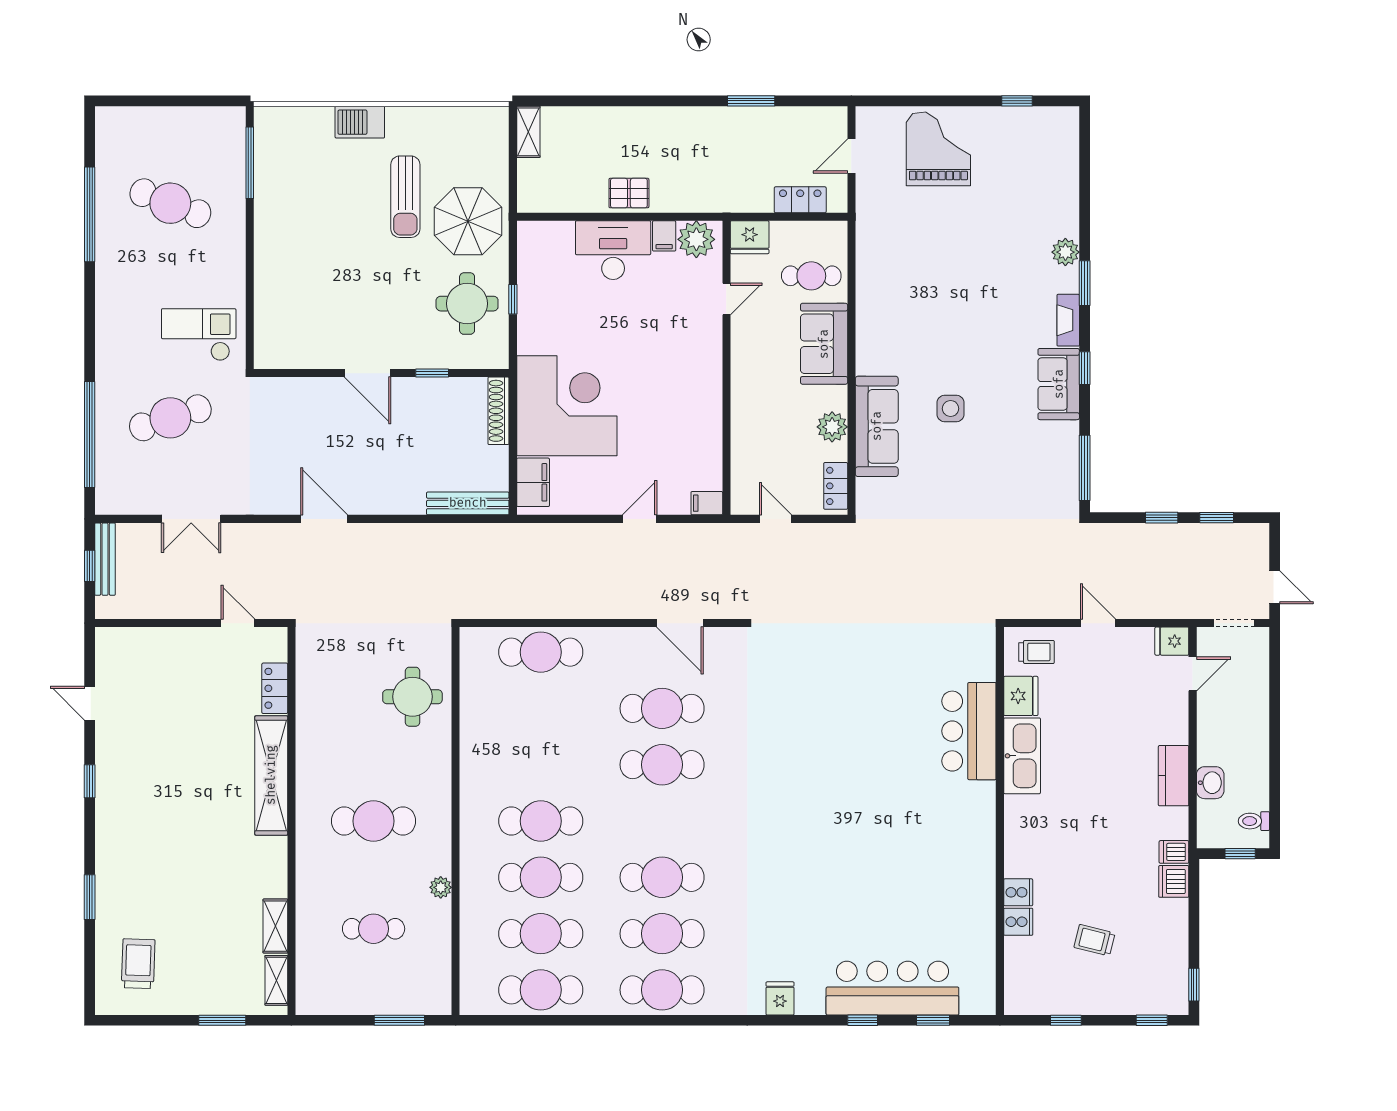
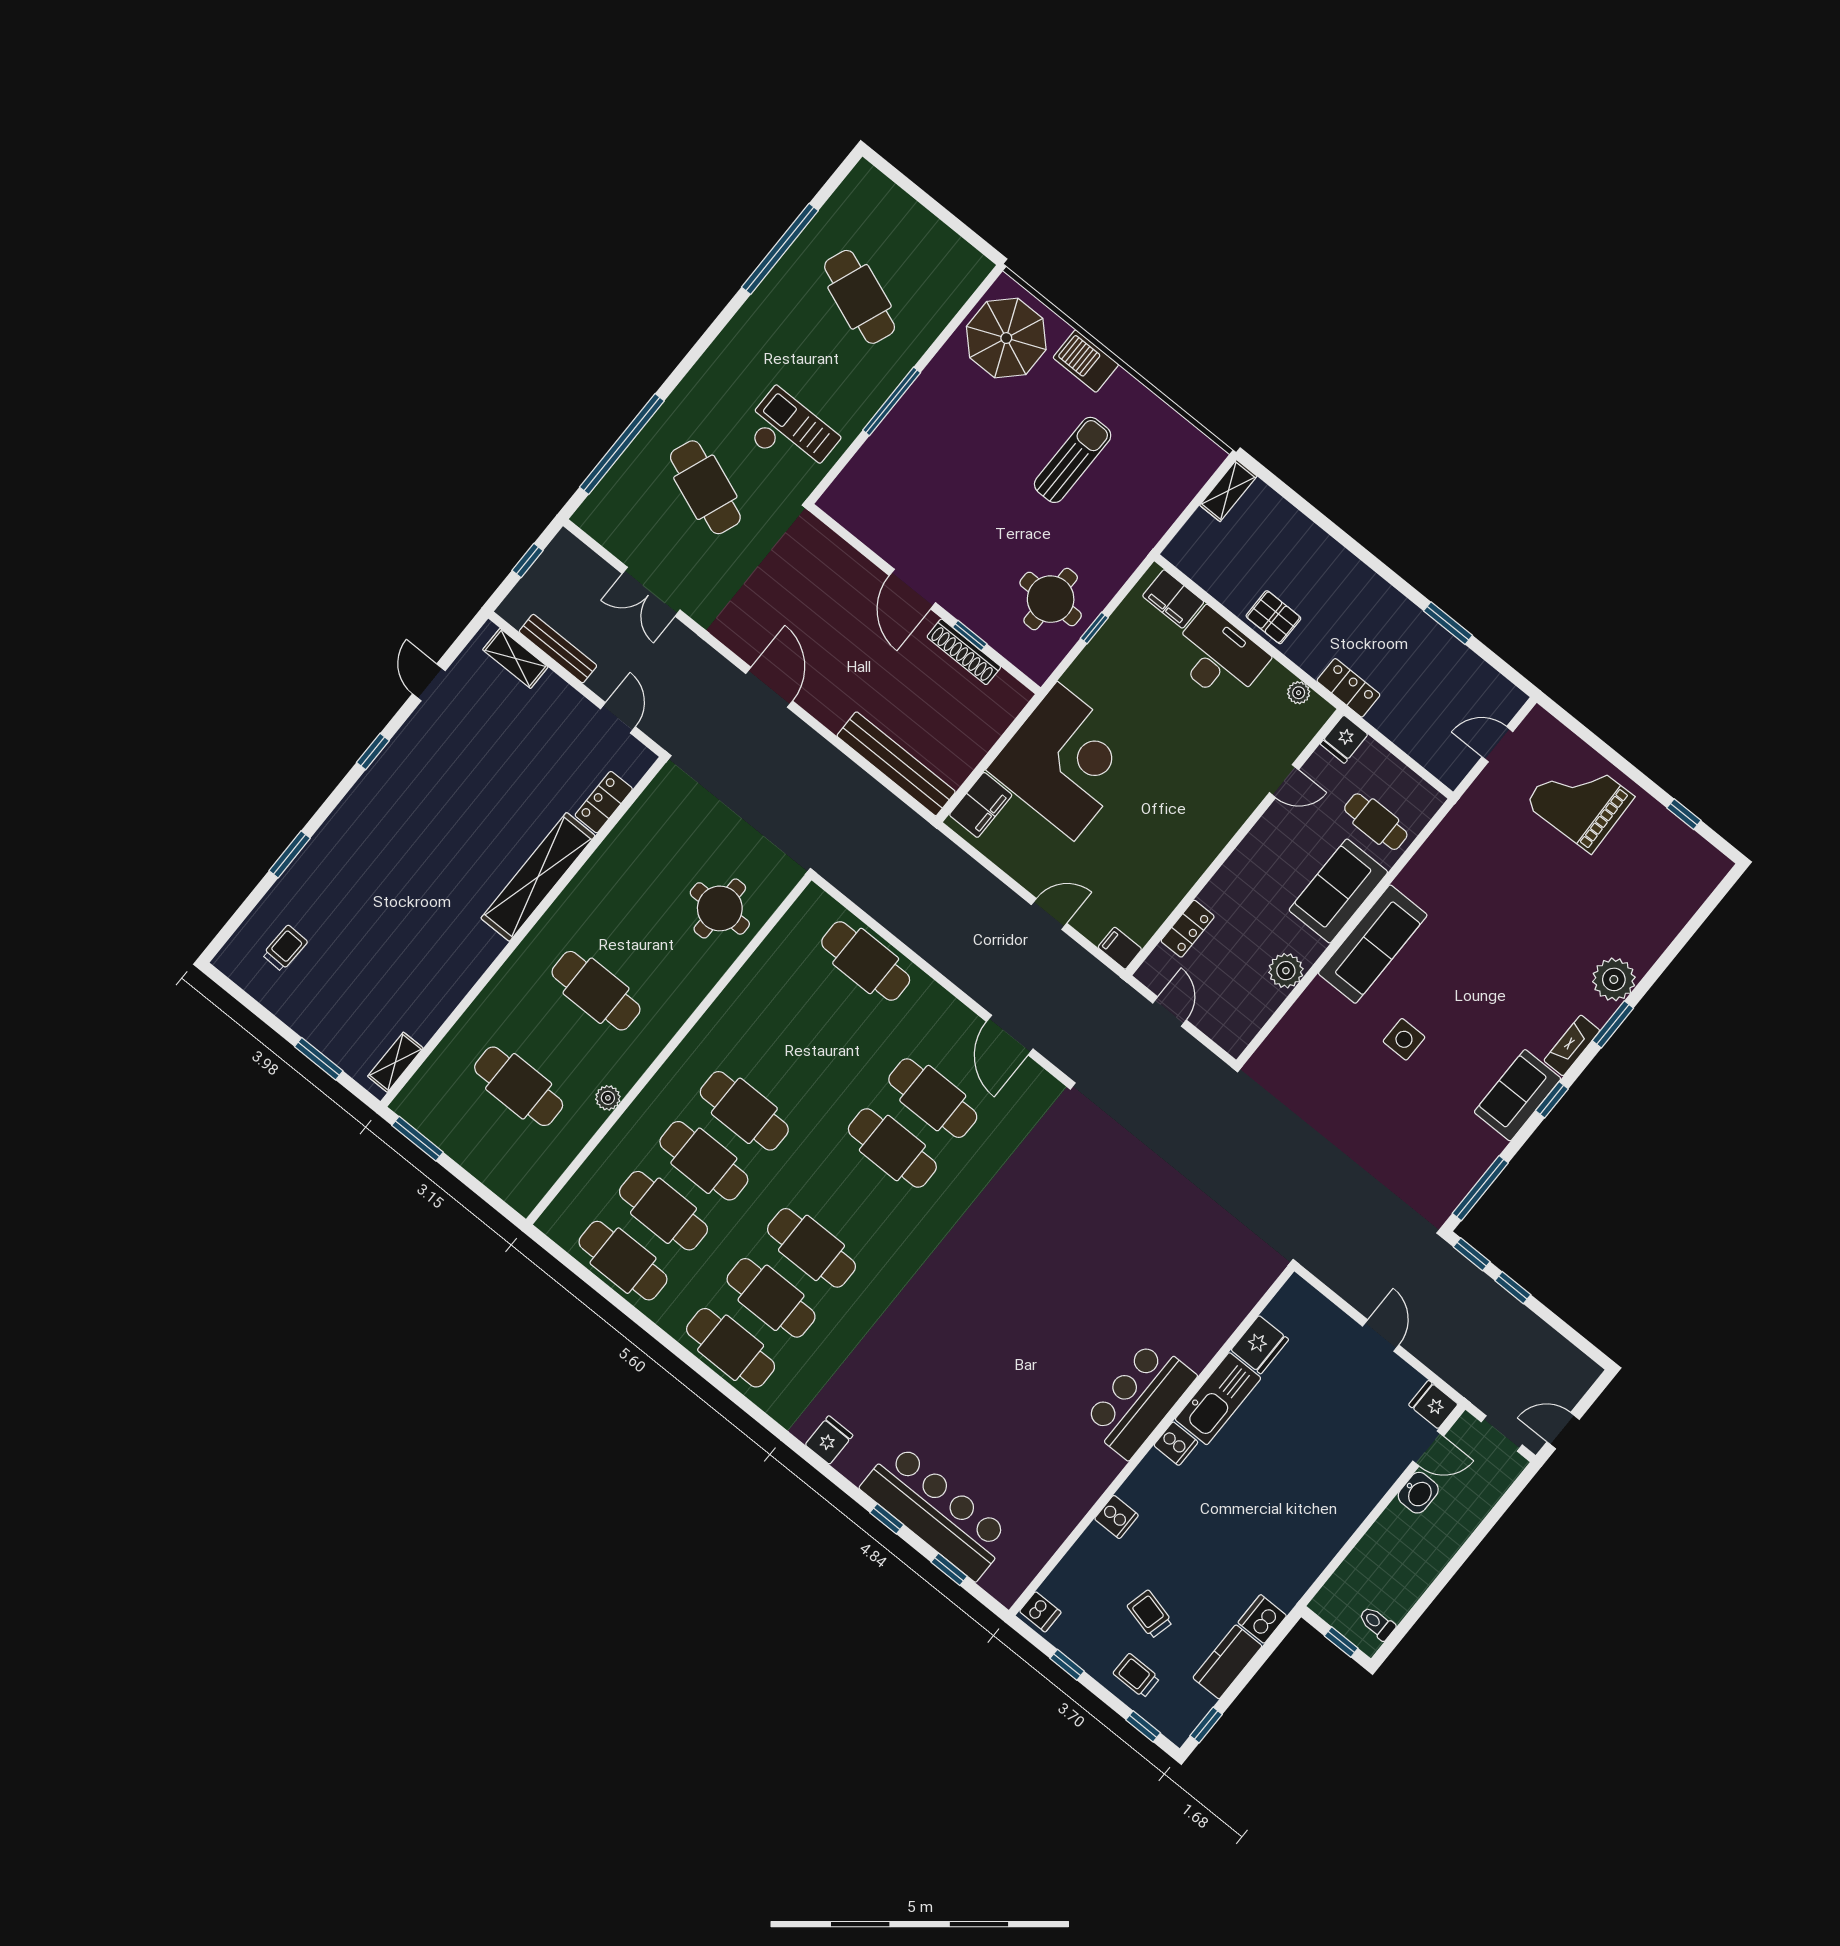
grand piano: (938, 149) -> (1580, 800), turned -92
window: (250, 163) -> (892, 401), moved
sun lounger: (405, 197) -> (1073, 460), turned 180
locker: (800, 200) -> (1348, 688), moved
parasol: (468, 221) -> (1006, 338), moved
filing cabinet: (664, 236) -> (1173, 599), moved, width x2.00
fridge: (750, 237) -> (1344, 739), width x0.72
plant: (696, 239) -> (1299, 693), width x0.53, depth x0.53
plant: (1065, 252) -> (1614, 979), width x1.36, depth x1.36
shoe rack: (498, 411) -> (964, 652), moved, turned -90
cafe table: (170, 418) -> (705, 487), turned 39
sofa: (877, 426) -> (1373, 944), moved
locker: (836, 486) -> (1188, 929), moved, turned 180
bench: (468, 503) -> (896, 764), width x1.37, depth x1.21
window: (1217, 518) -> (1472, 1254), moved
bench: (105, 559) -> (558, 649), moved, turned 90
door: (1275, 587) -> (1563, 1431), swing flipped
trolley: (1036, 652) -> (1136, 1676), moved, turned 180
bar counter: (969, 731) -> (1139, 1399), moved
kitchen counter: (1174, 776) -> (1227, 1662), moved
washbasin: (1210, 783) -> (1418, 1493), moved
dishwasher: (1174, 852) -> (1040, 1612), moved, turned 180
cooker: (1018, 922) -> (1176, 1444), moved
shelving: (275, 926) -> (515, 658), moved, turned 90
cafe table: (374, 929) -> (519, 1086), width x1.37, depth x1.35
trolley: (138, 964) -> (285, 948), width x0.73, depth x0.72
window: (399, 1020) -> (417, 1139), moved

